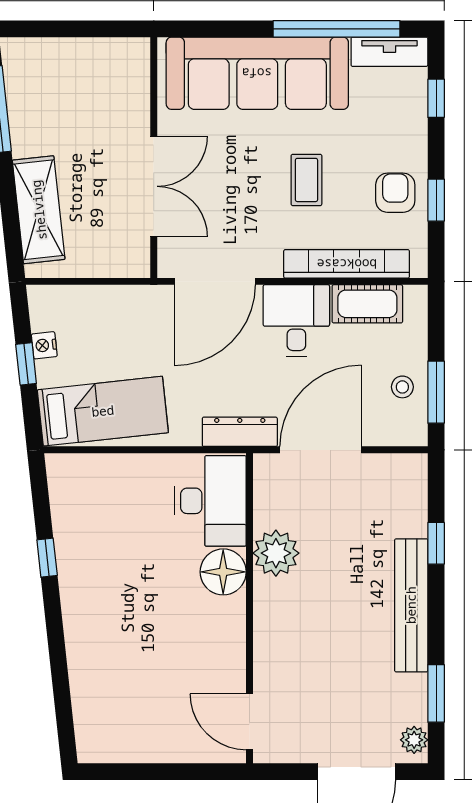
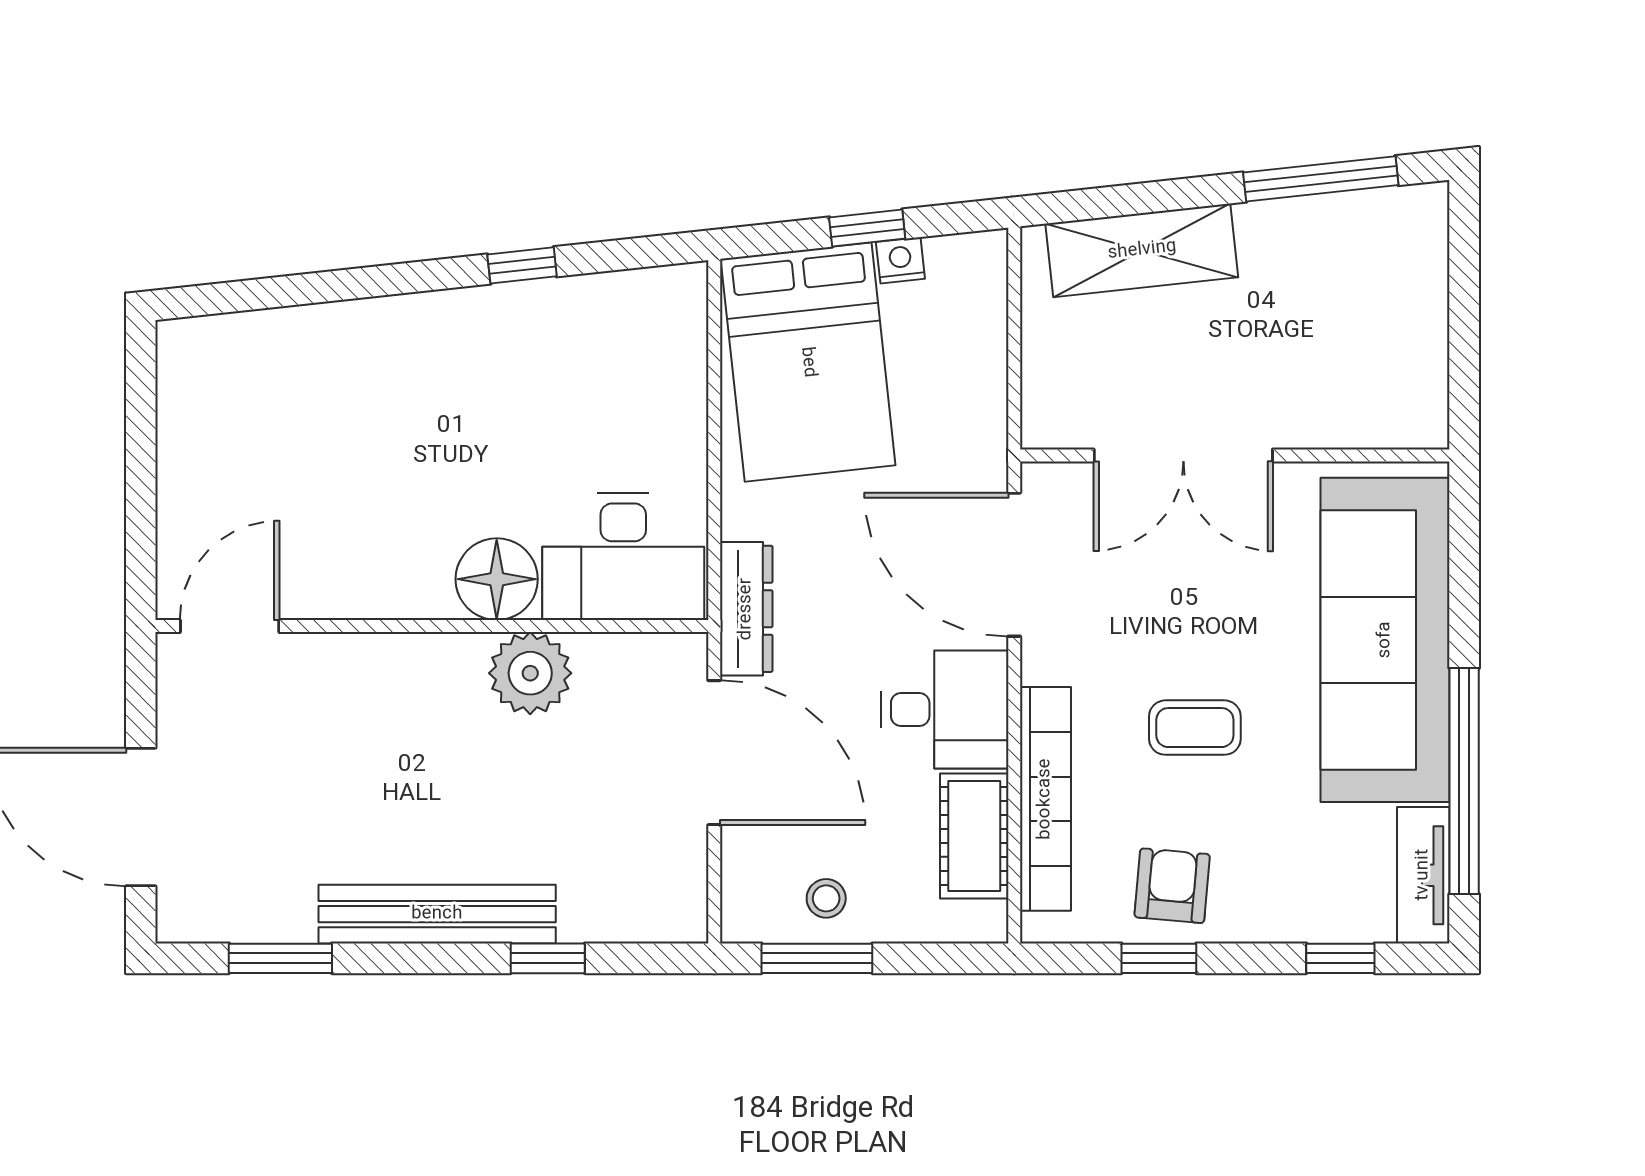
armchair: (395, 193) -> (1172, 886), turned -85
bed: (103, 411) -> (808, 362), width x1.50
plant: (414, 740) -> (198, 919), removed

